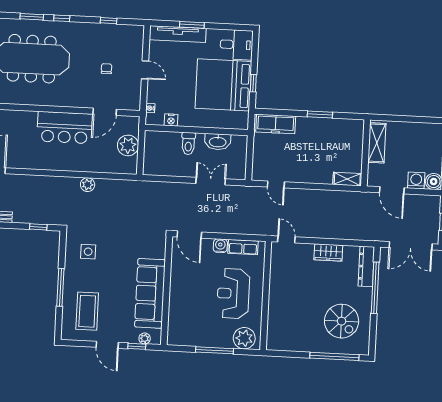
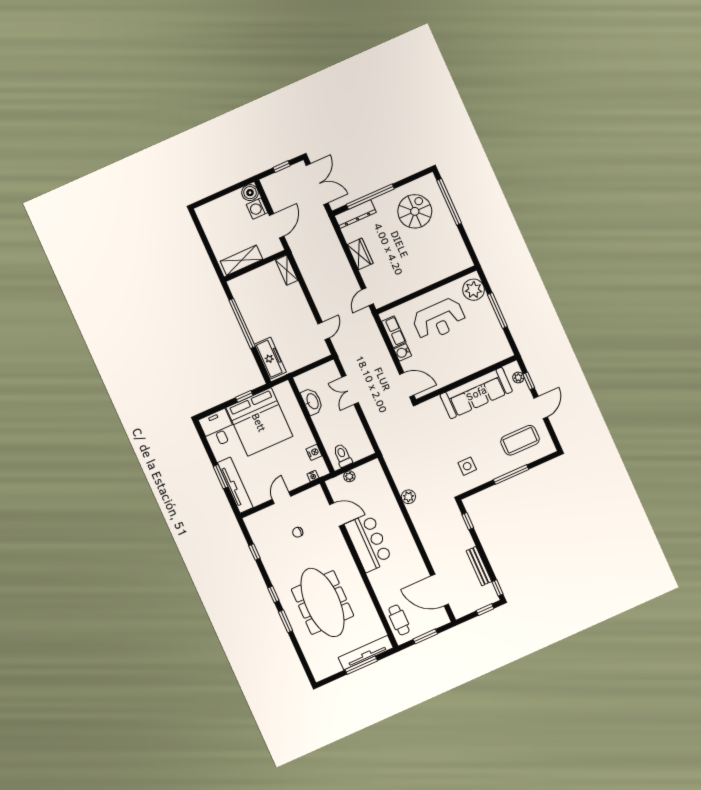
window: (320, 114) -> (242, 323), width x2.11
toilet: (188, 143) -> (343, 455), moved, turned -90
plant: (128, 145) -> (349, 476), width x0.53, depth x0.53
door: (189, 235) -> (407, 385), hinge flipped

